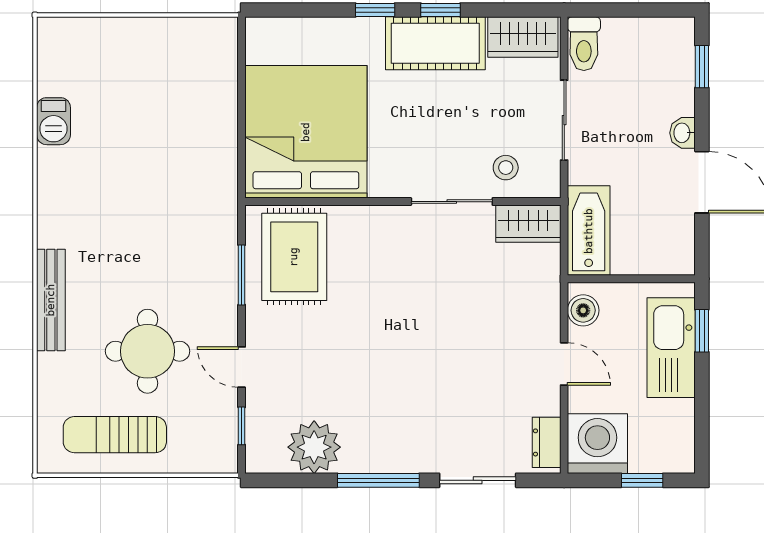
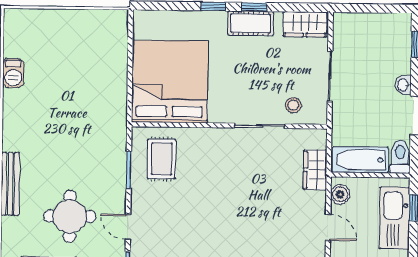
cot: (435, 43) -> (251, 23), width x0.73, depth x0.75
toilet: (584, 44) -> (400, 157), moved, turned 180
wardrobe: (528, 224) -> (315, 170), moved, turned 90
bathtub: (589, 231) -> (360, 160), moved, turned -90
rug: (294, 257) -> (161, 159), width x0.73, depth x0.70

